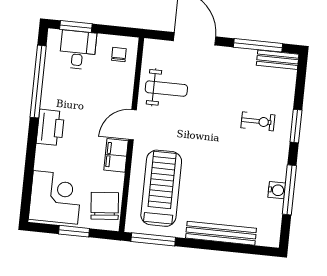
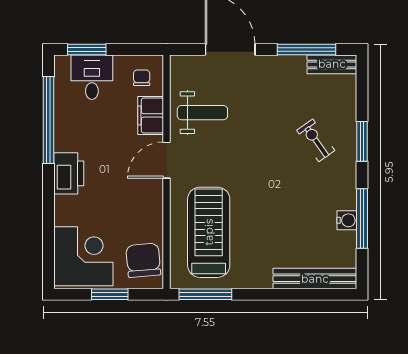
exercise bike: (258, 121) -> (316, 140), turned -125
filing cabinet: (116, 155) -> (151, 115), moved
bench: (221, 233) -> (315, 279), moved

